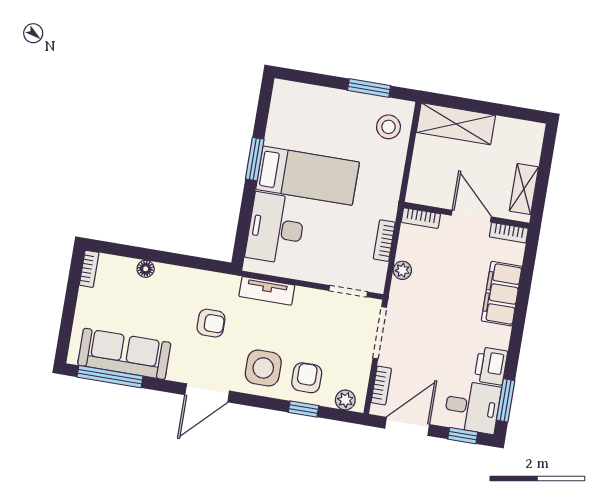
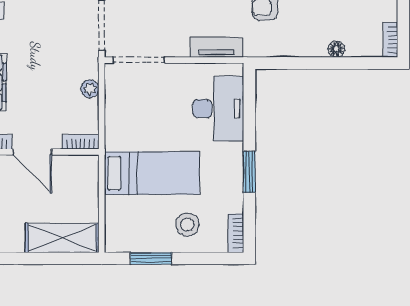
stool: (388, 127) -> (187, 225), moved
bed: (308, 176) -> (152, 173), moved, turned 180
bookcase: (384, 241) -> (236, 233), moved, turned 180
doorway: (348, 291) -> (138, 60), width x1.38

